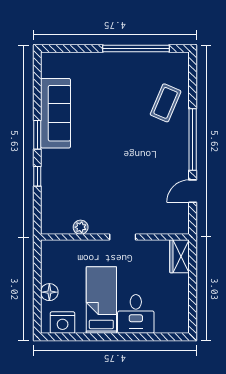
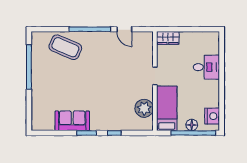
coffee table: (166, 103) -> (65, 47), width x1.36, depth x1.32
sofa: (56, 113) -> (72, 121), width x0.73
plant: (81, 227) -> (144, 108), width x1.88, depth x1.88
window: (37, 294) -> (193, 133), added
bed: (101, 300) -> (167, 108), moved, turned 90

